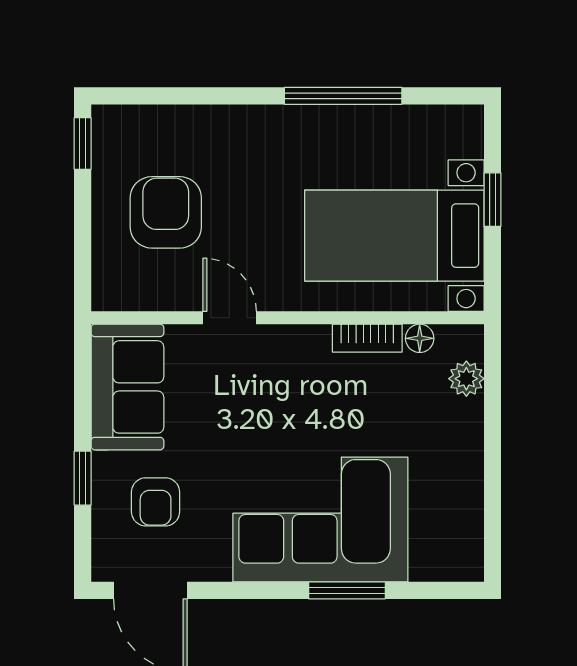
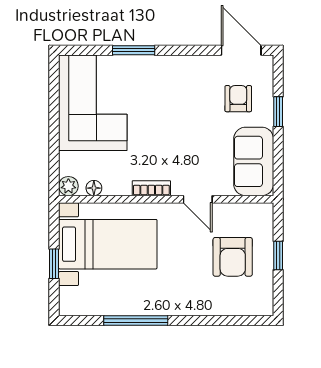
window: (83, 144) -> (278, 256), moved
bookcase: (367, 338) -> (151, 188), moved
plant: (466, 379) -> (68, 186), moved
corner sofa: (320, 519) -> (93, 103), moved, turned -90

